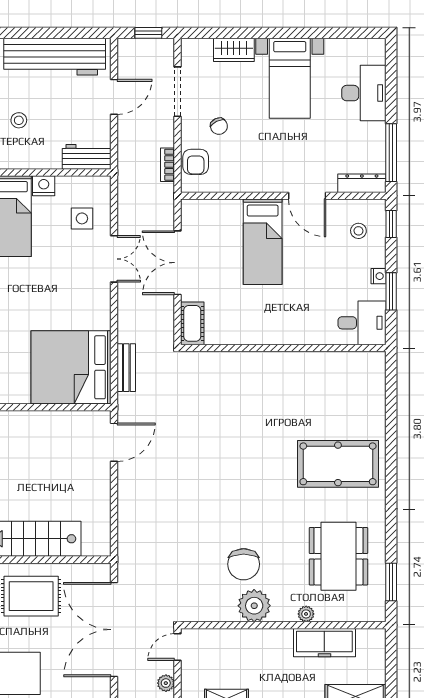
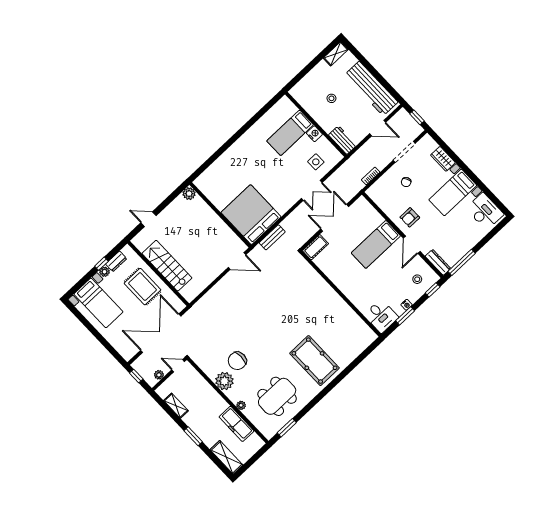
desk: (364, 93) -> (485, 211), moved, turned -90
armchair: (196, 162) -> (410, 217), moved

